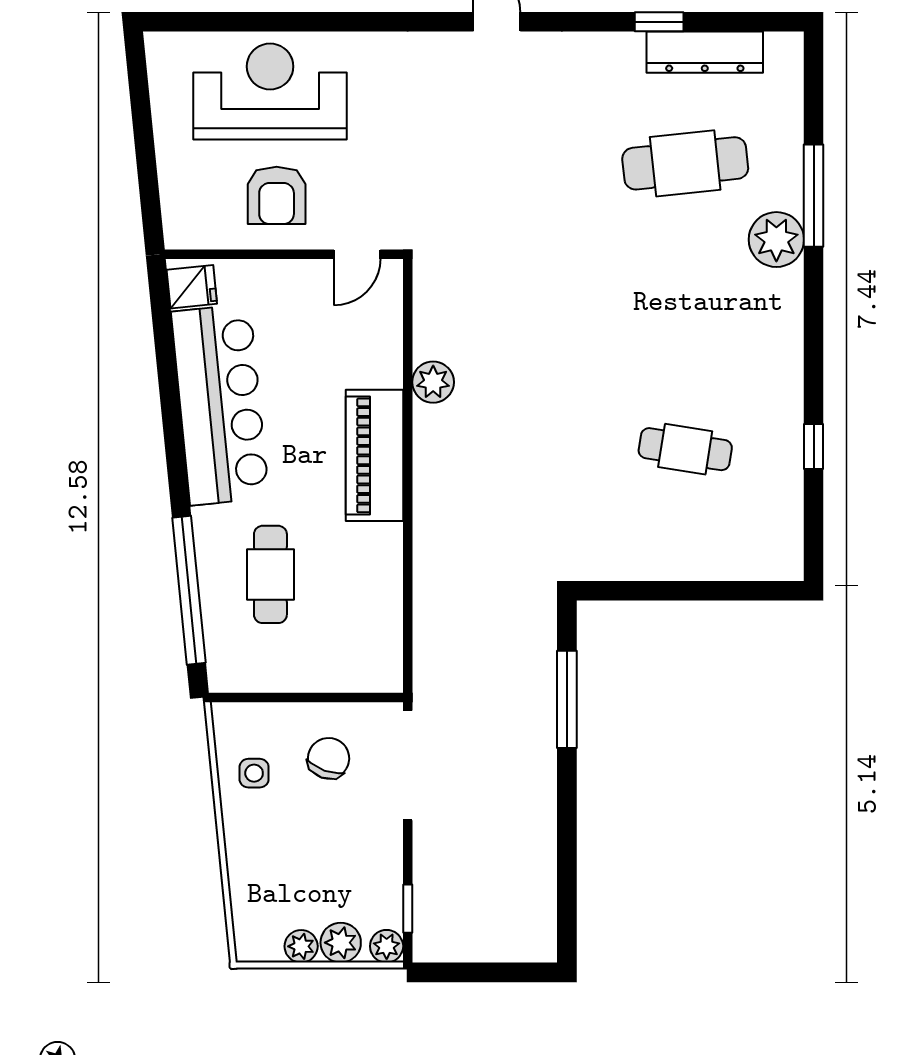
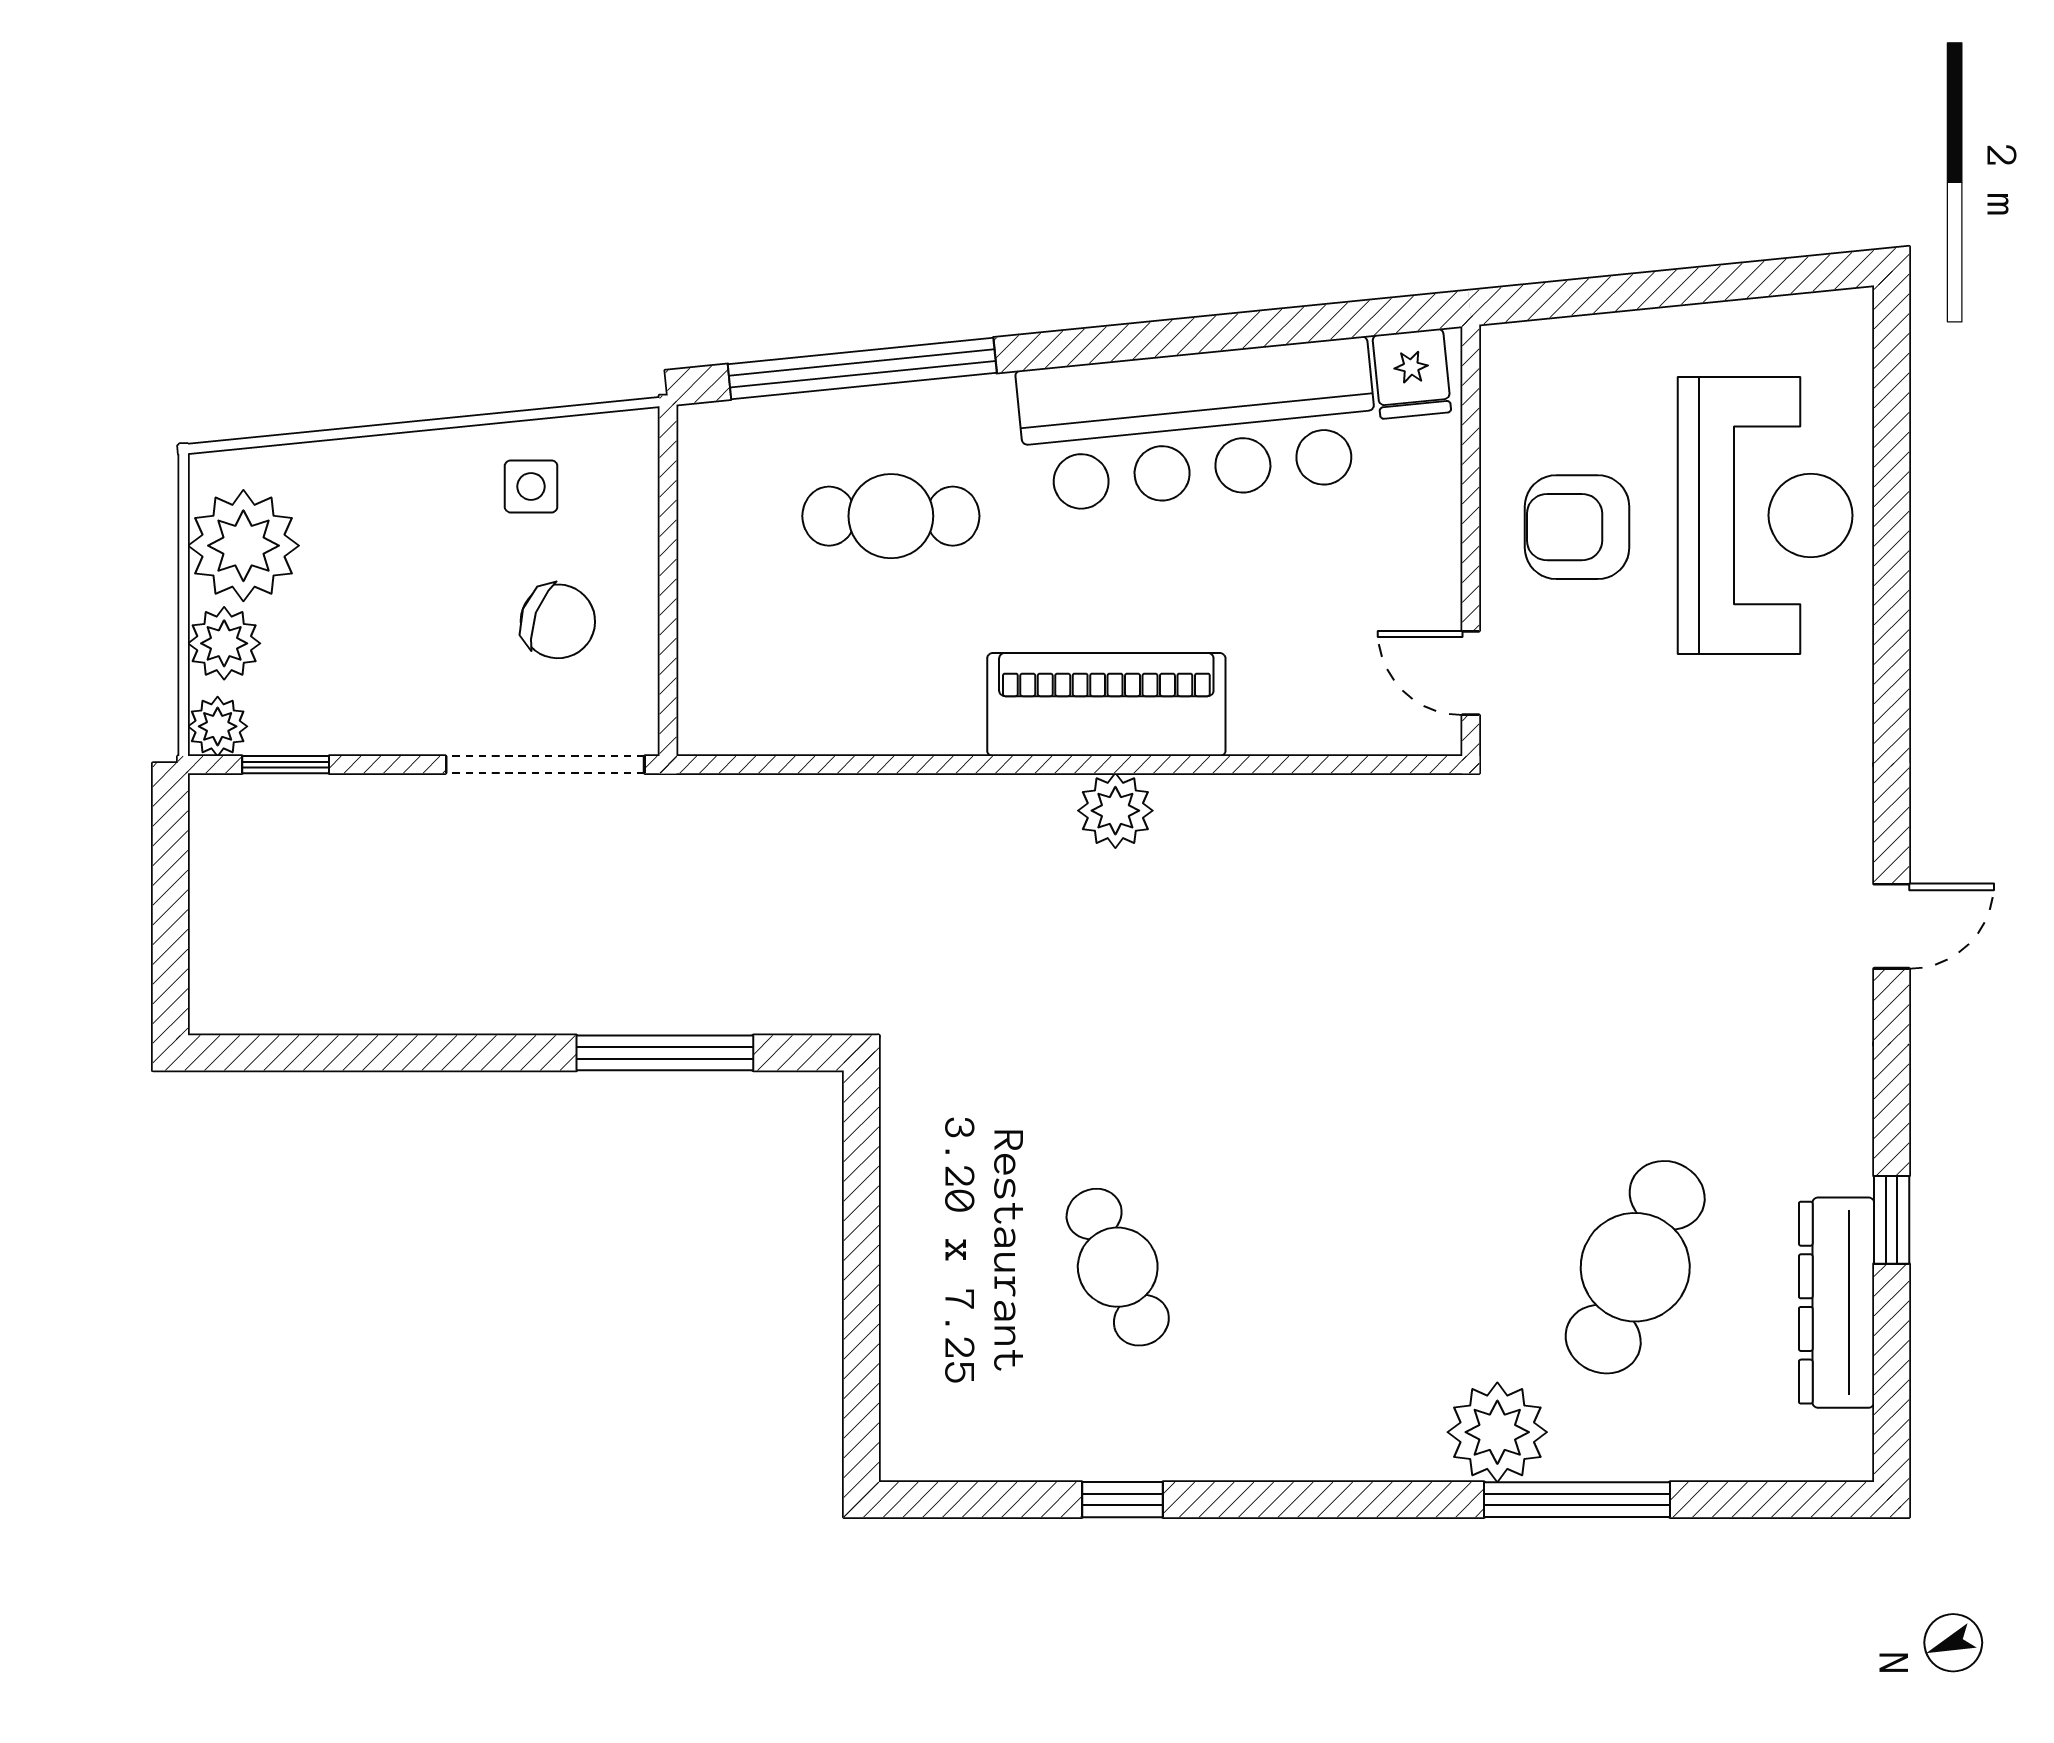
cafe table: (685, 163) -> (1635, 1267), turned 30
plant: (433, 382) -> (1115, 811), moved
cafe table: (685, 449) -> (1118, 1267), turned -33
plant: (301, 946) -> (243, 546), width x1.88, depth x1.88

